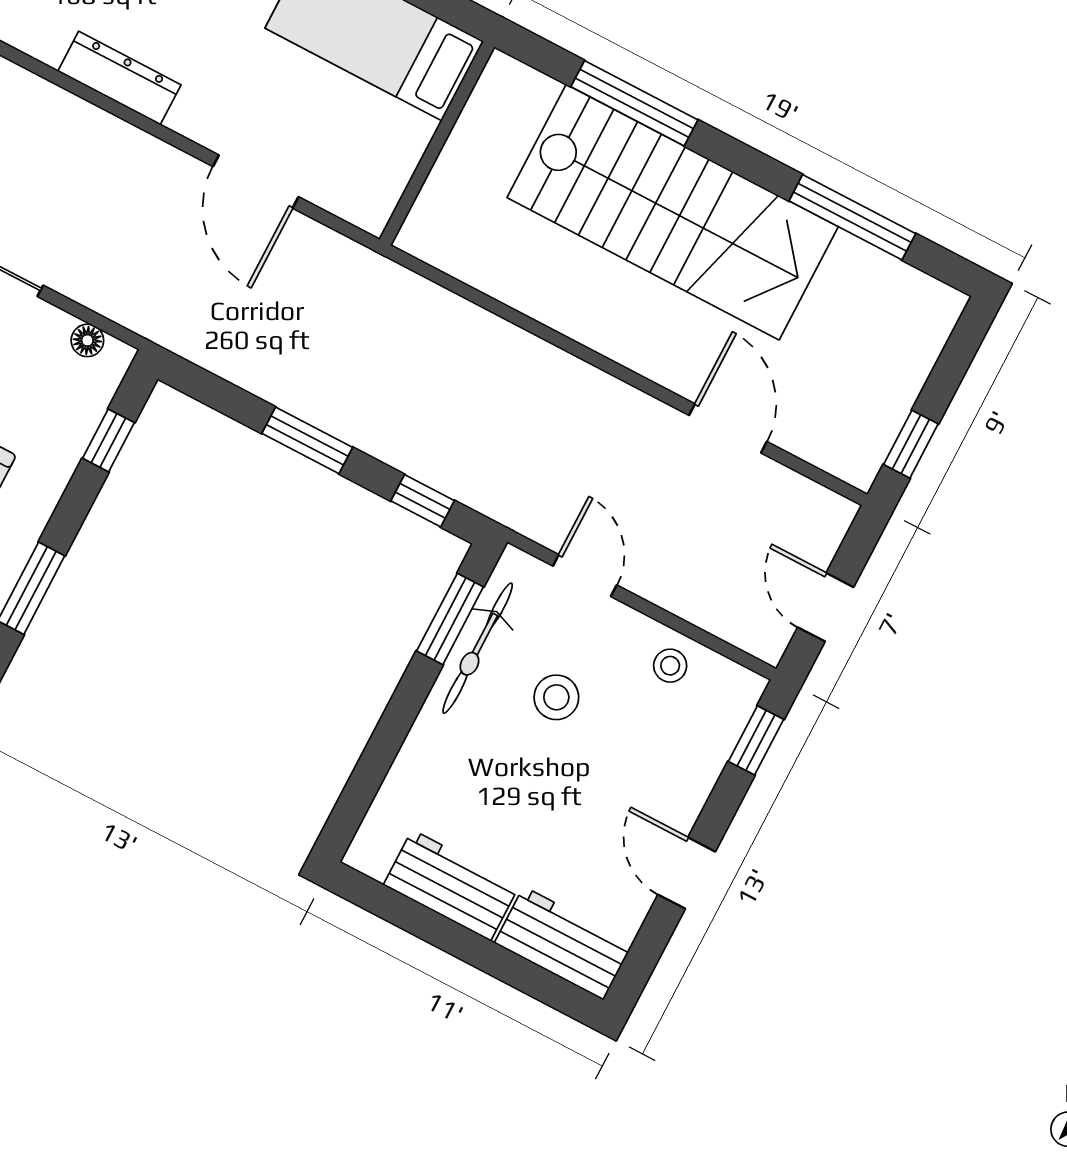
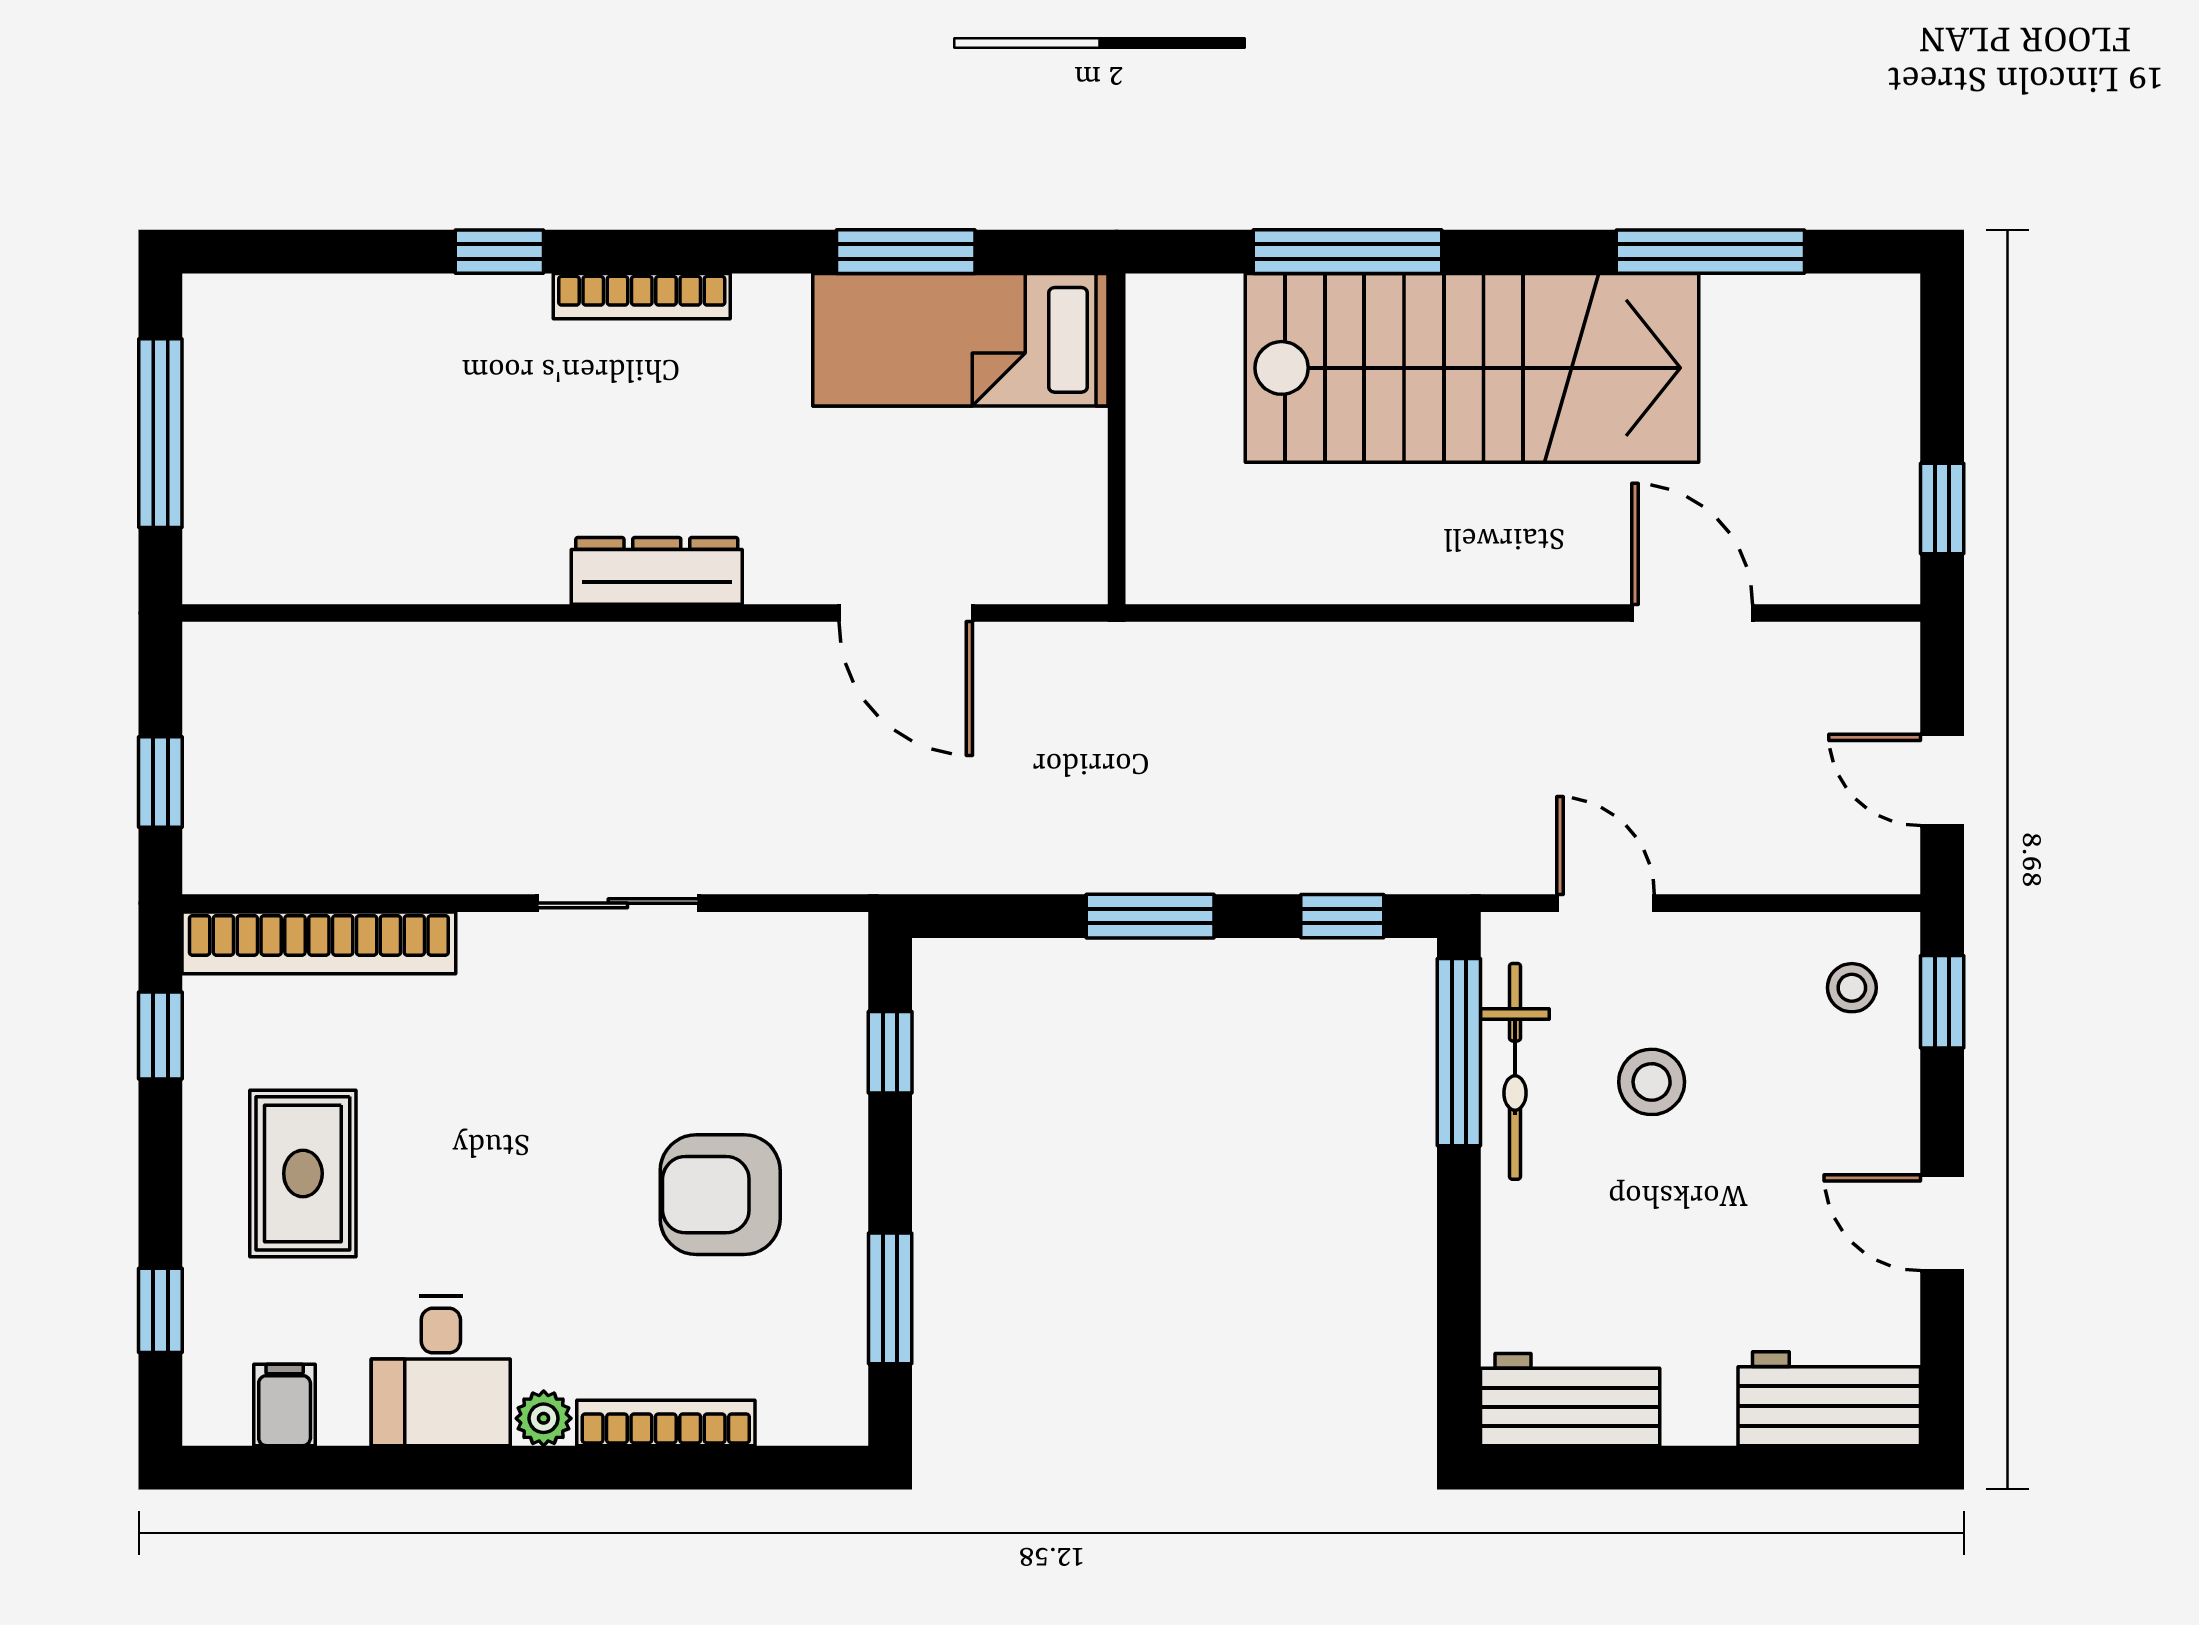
floor lamp: (87, 340) -> (794, 936), removed
window: (450, 619) -> (1459, 1052), width x1.44
stool: (670, 666) -> (1852, 988), moved
workbench: (451, 885) -> (1570, 1400), moved

